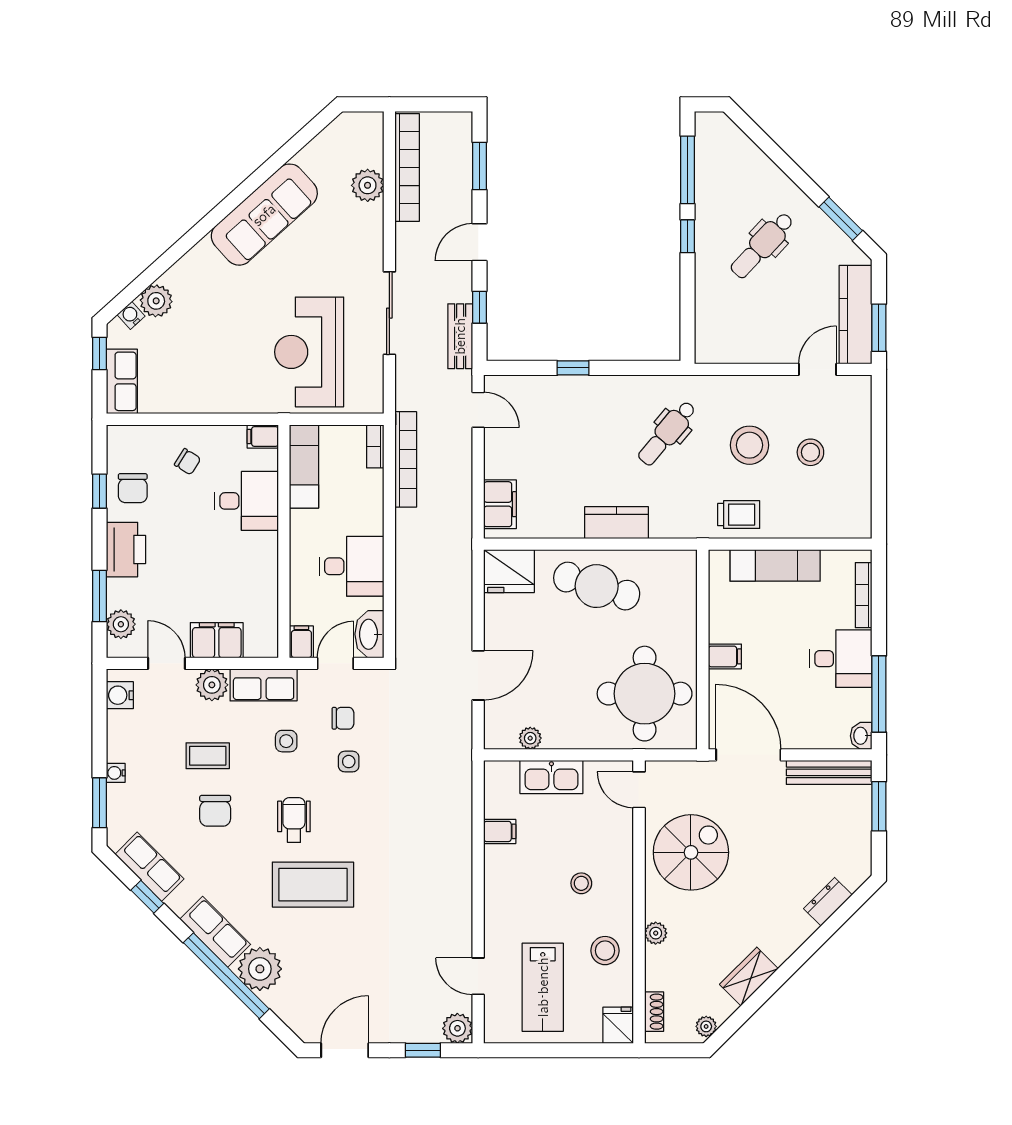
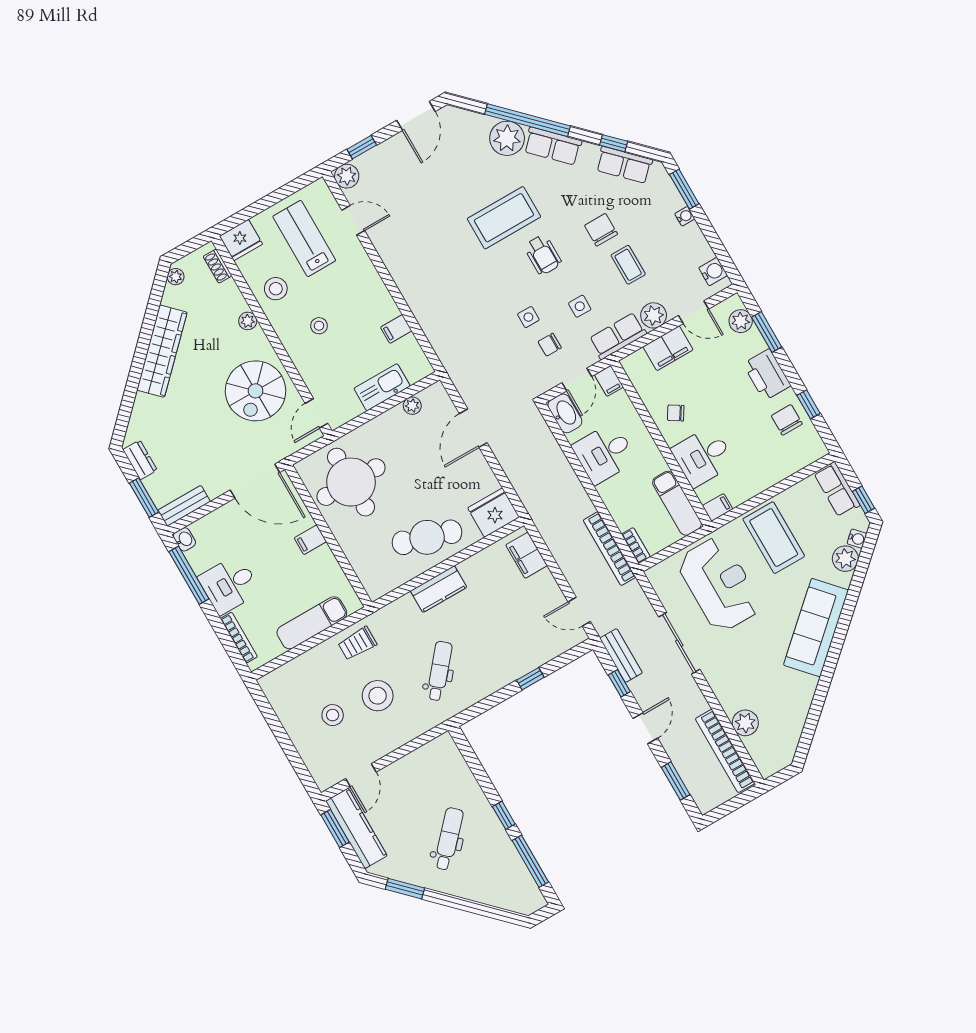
sofa: (264, 215) -> (816, 628), moved
coffee table: (221, 369) -> (774, 538), added
chair: (188, 462) -> (676, 413), moved
coffee table: (208, 756) -> (628, 265), turned 90
bench: (829, 772) -> (184, 506), width x0.73
door: (639, 790) -> (316, 413), swing flipped
dresser: (828, 902) -> (140, 460), moved, turned -45
wardrobe: (749, 977) -> (162, 351), width x2.10, depth x1.17
fridge: (618, 1025) -> (241, 240), width x1.38

